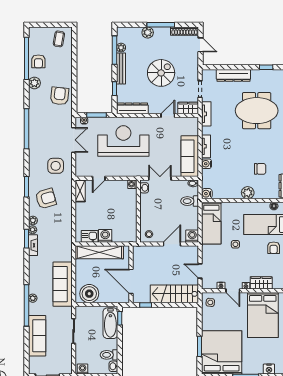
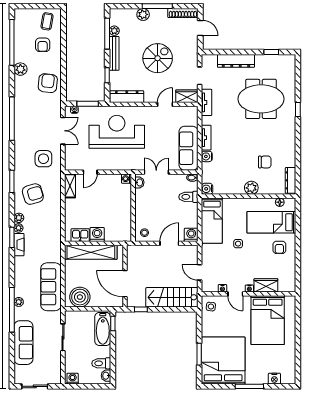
armchair: (38, 61) -> (43, 45), moved

